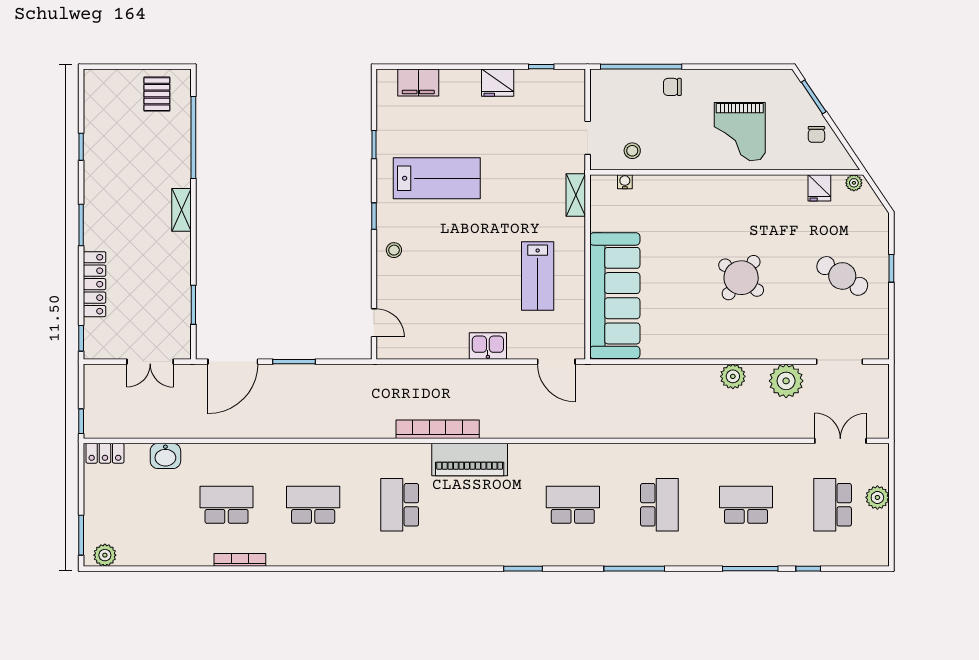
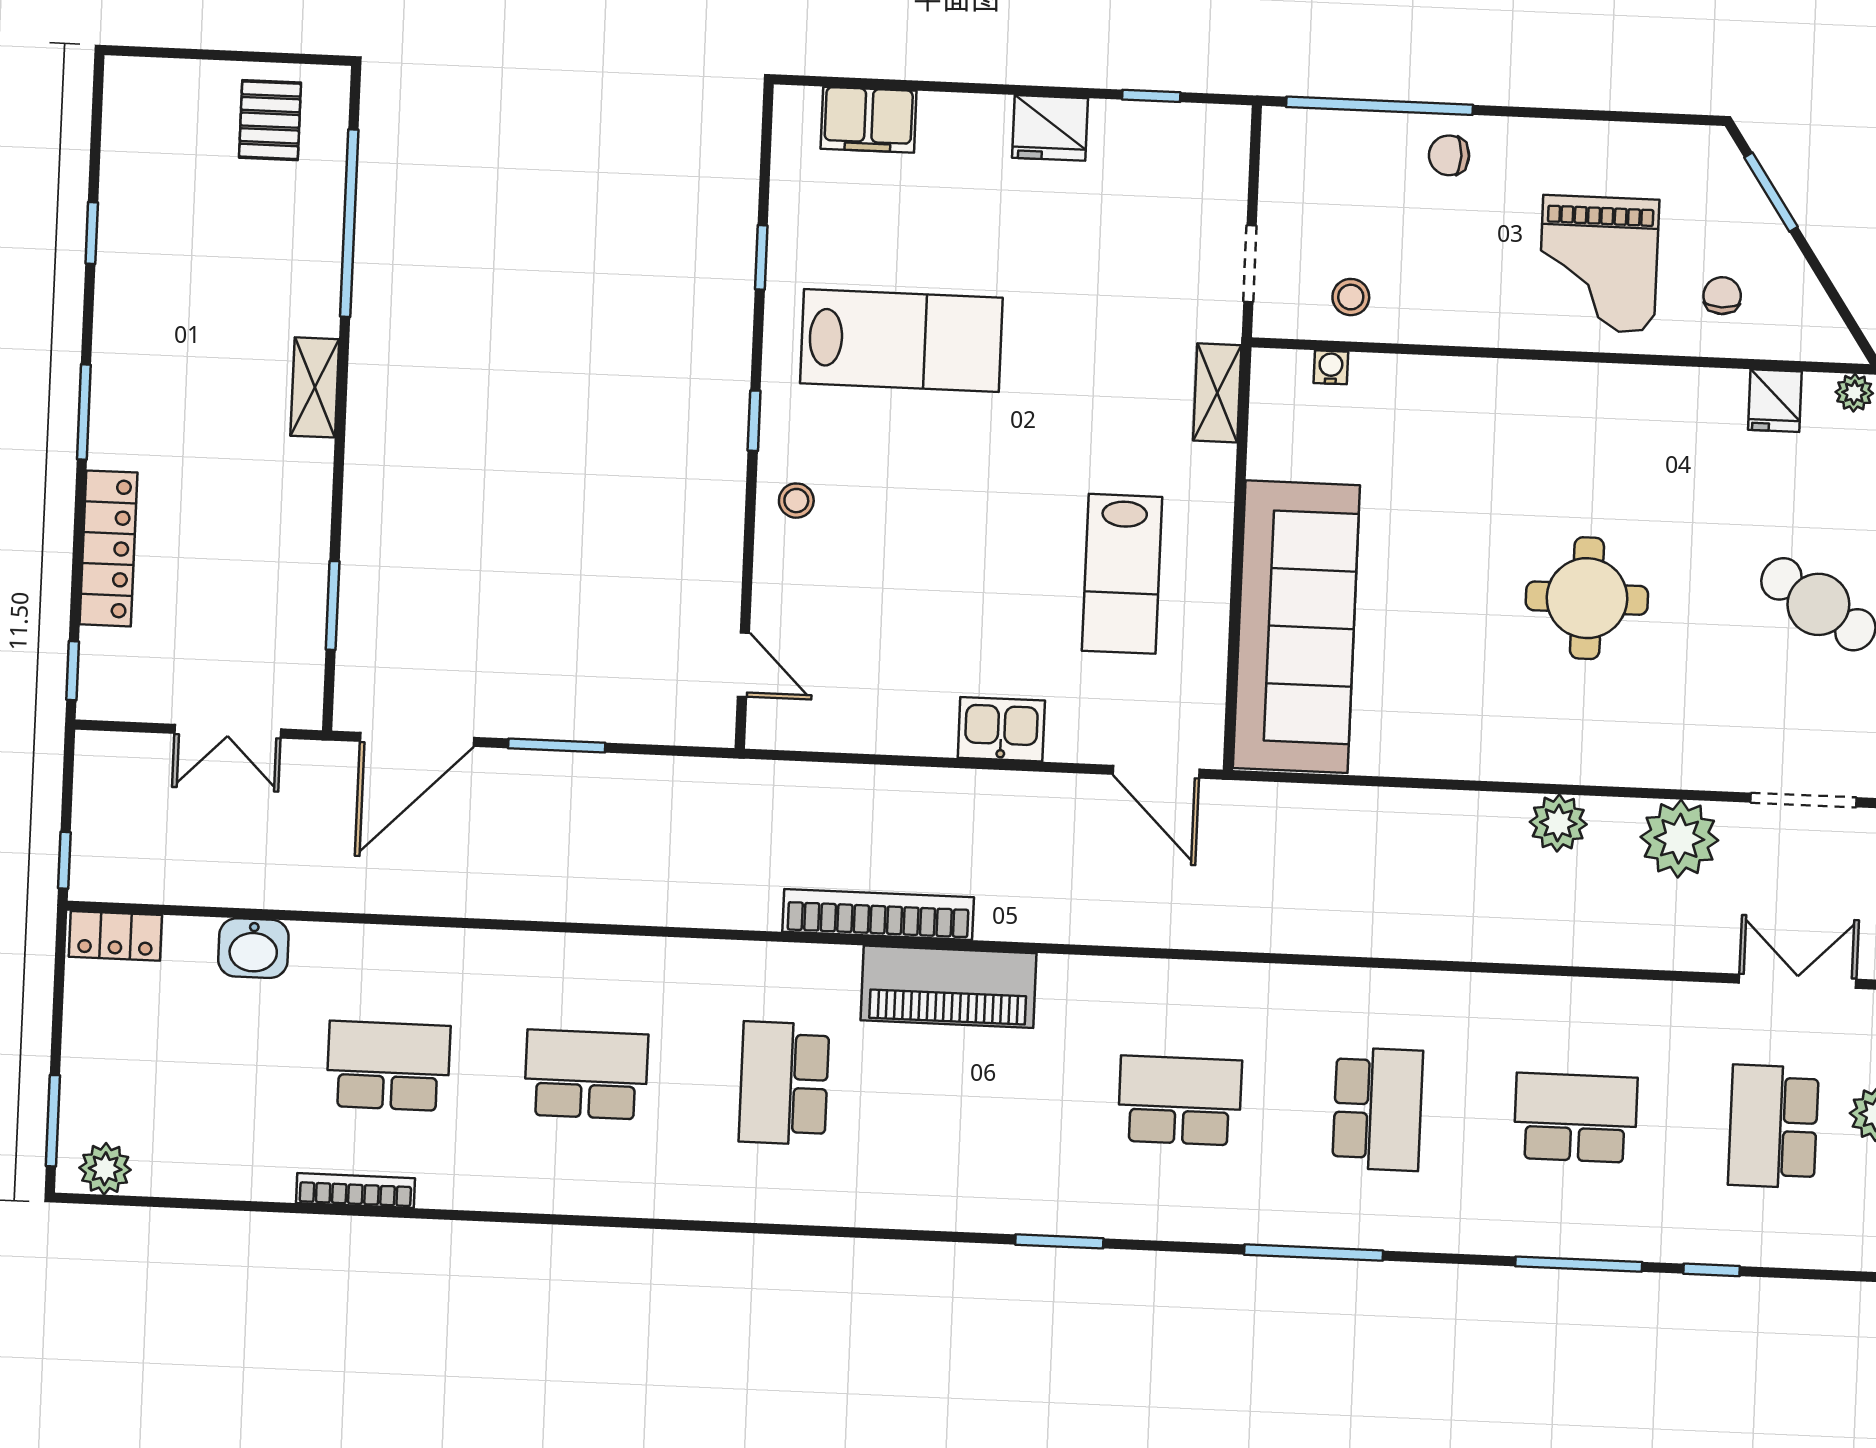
chair: (816, 134) -> (1722, 296), moved, turned 180
round table: (741, 278) -> (1587, 598), turned -38
bookcase: (240, 560) -> (355, 1191), moved

